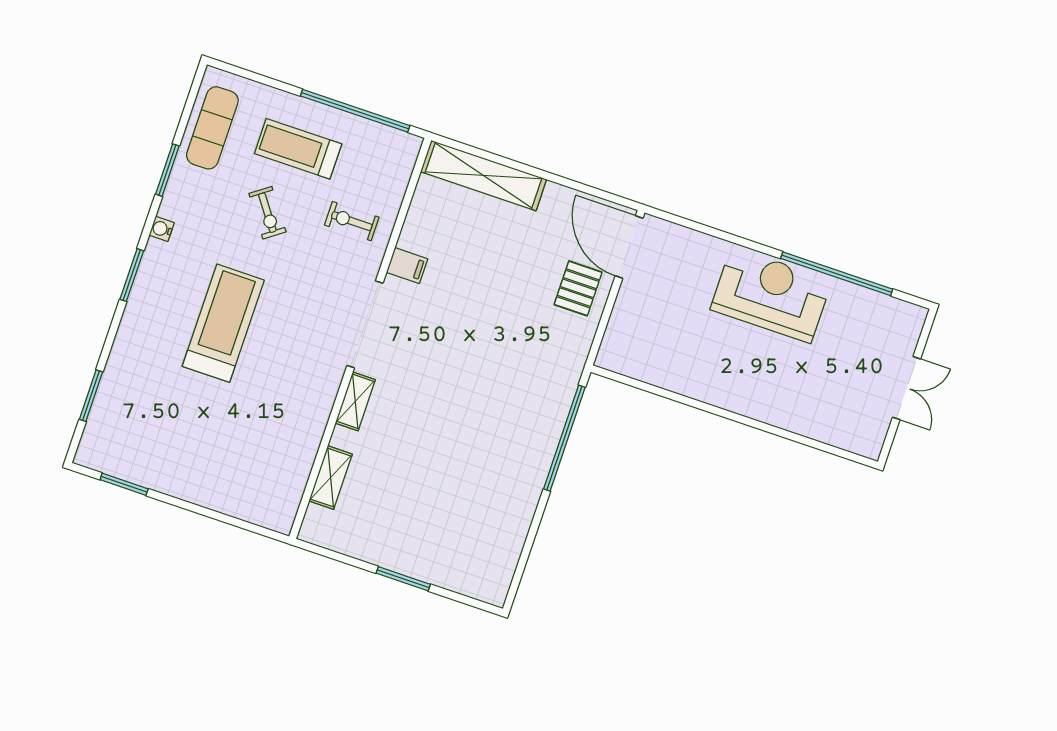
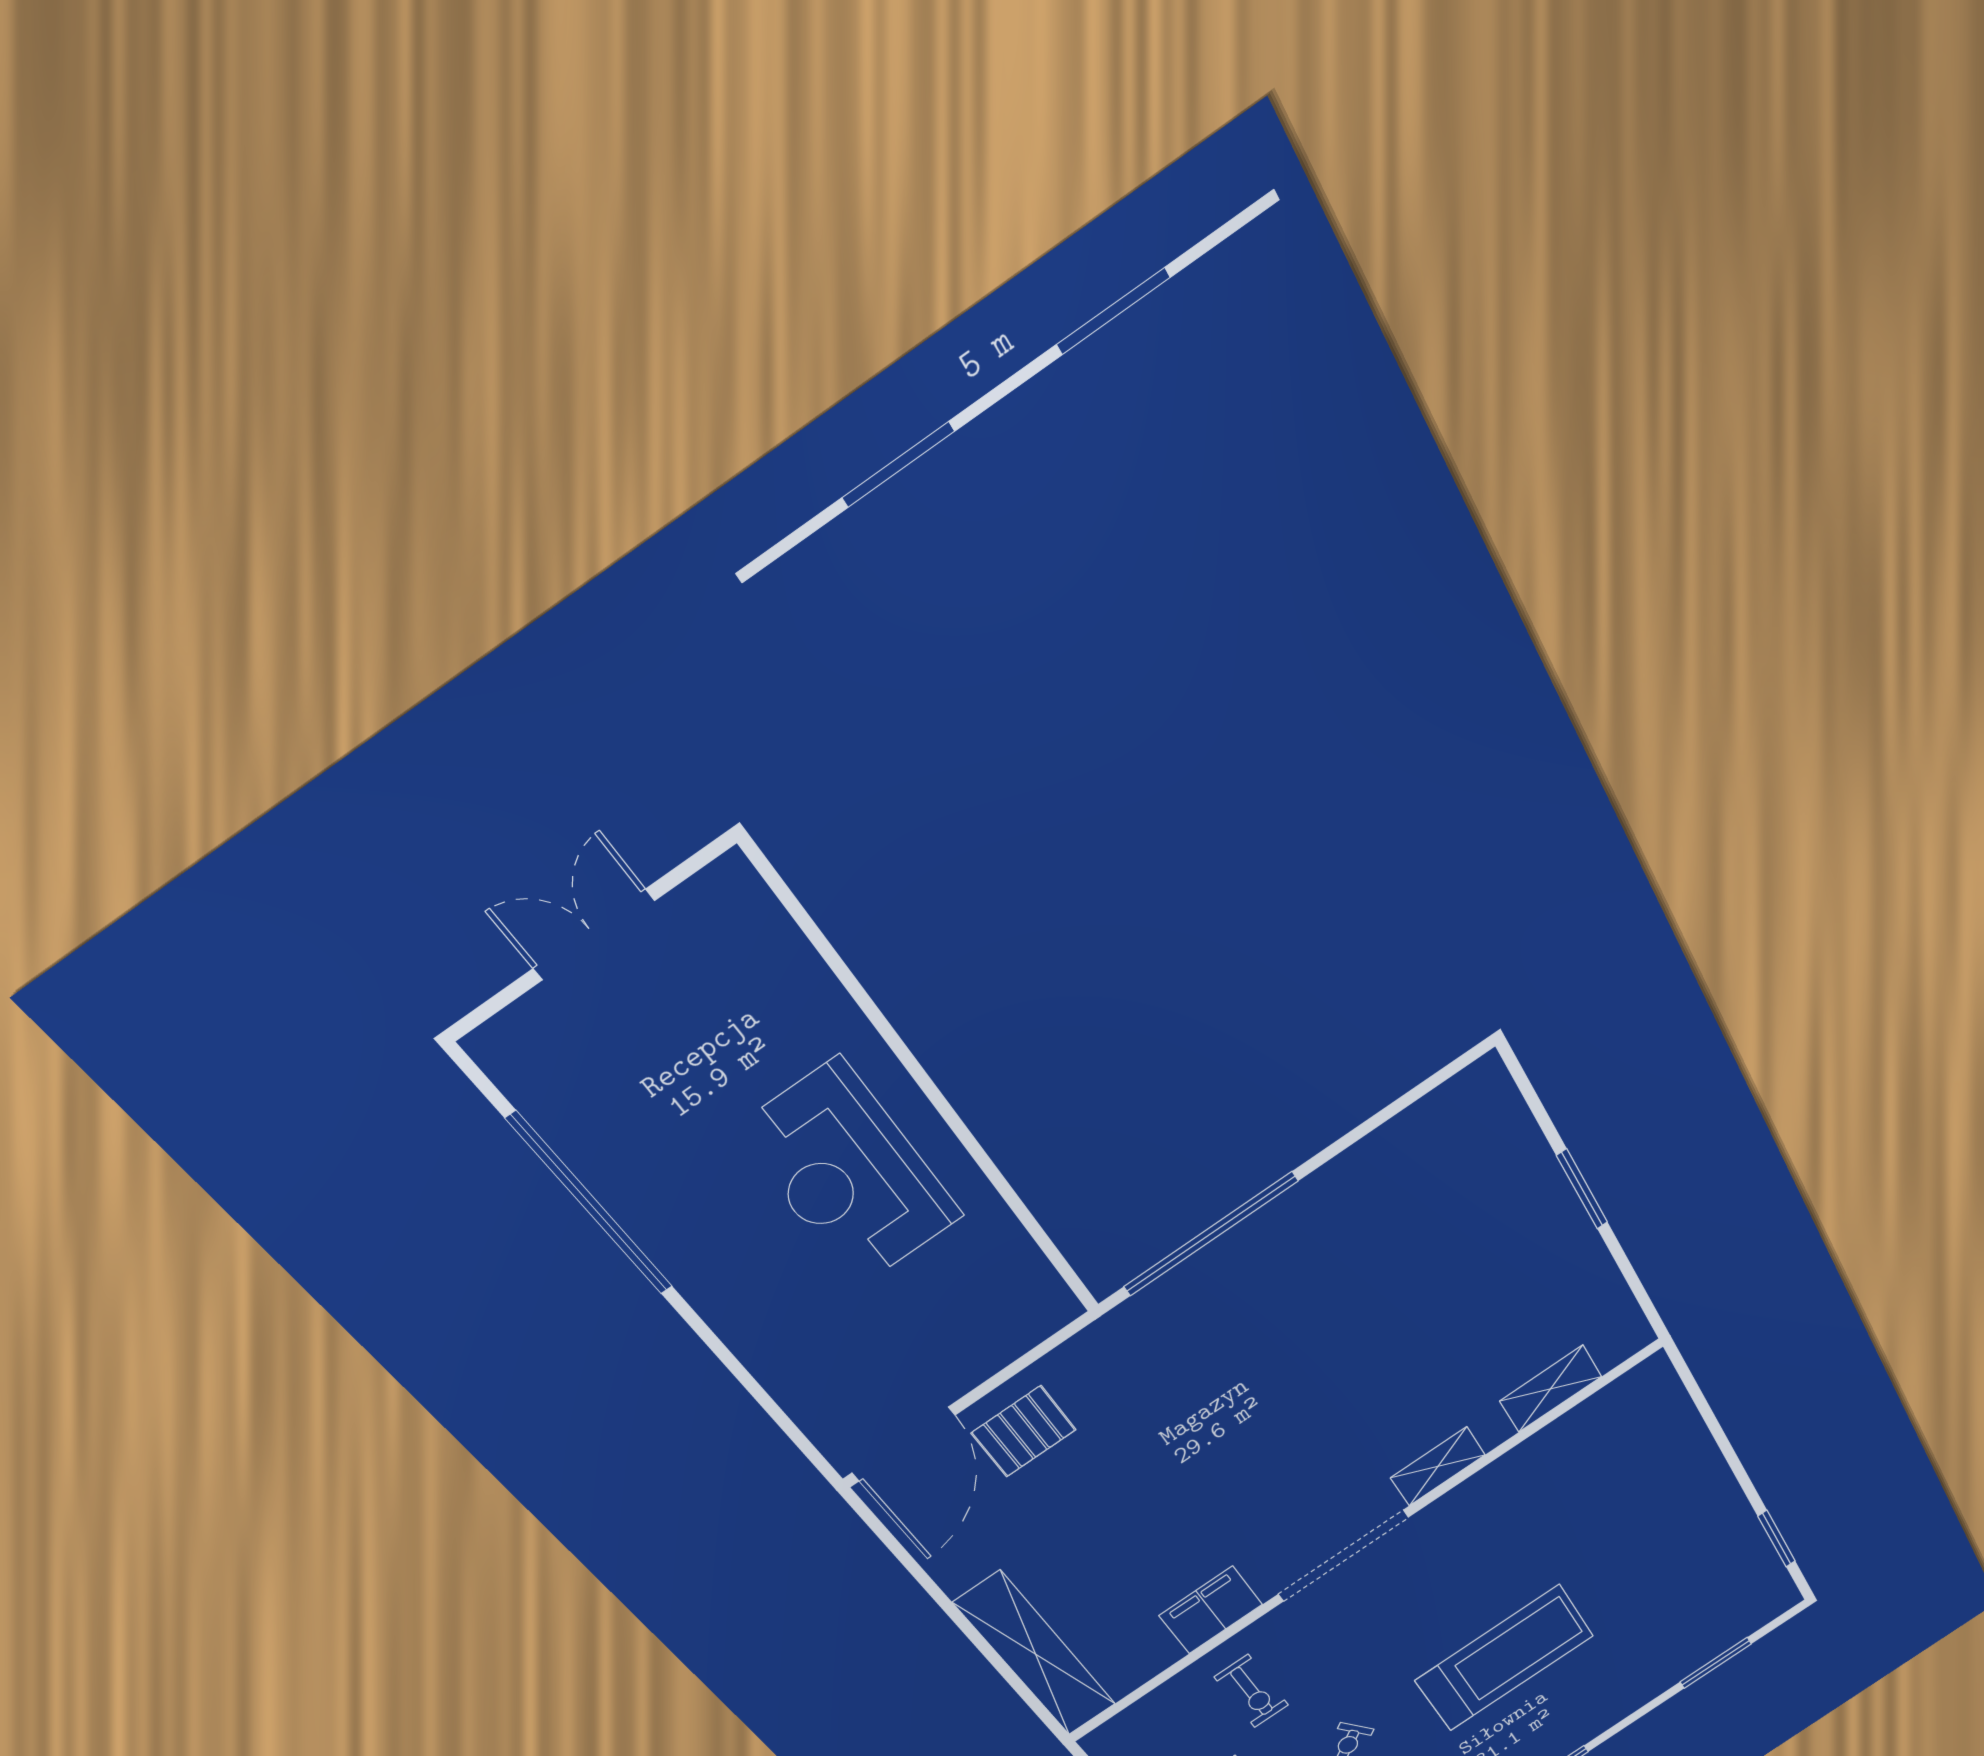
filing cabinet: (407, 266) -> (1211, 1610), width x2.00
reception desk: (771, 295) -> (849, 1174), moved
treadmill: (223, 323) -> (1504, 1658), turned 180

